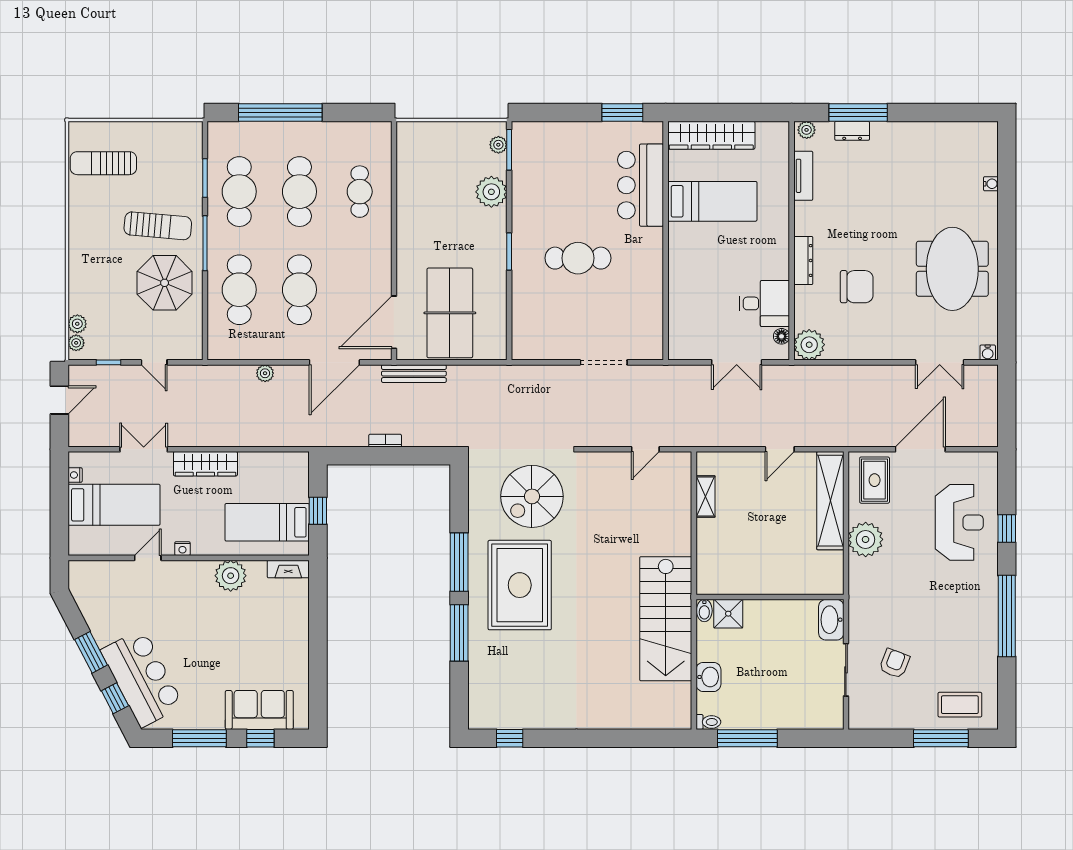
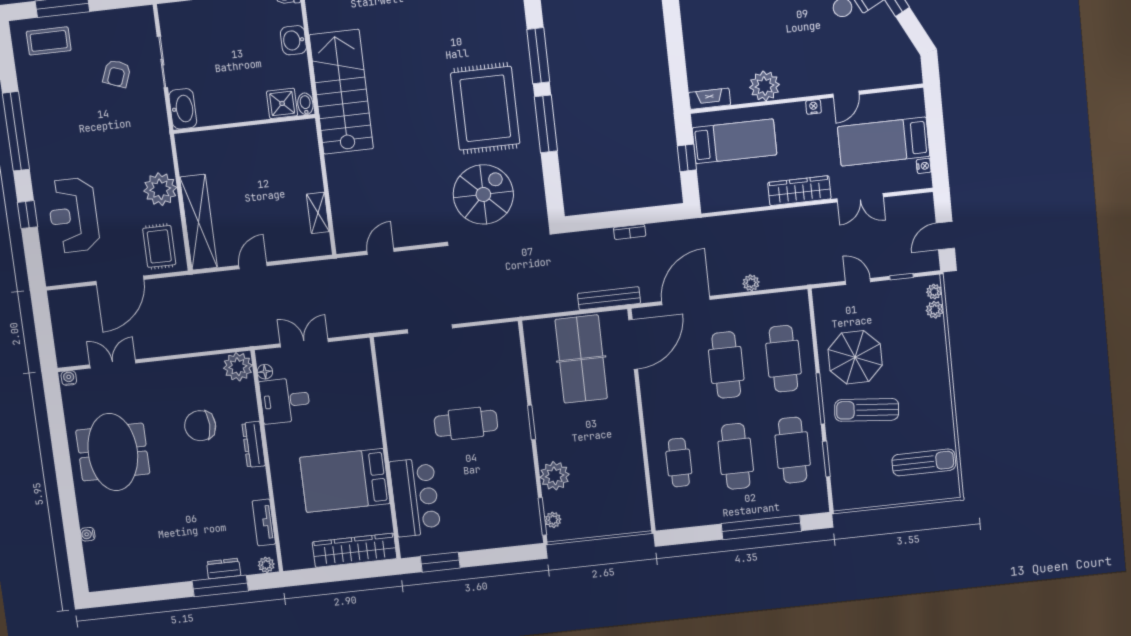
bed: (712, 201) -> (345, 480), width x1.50

